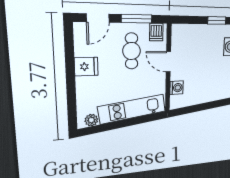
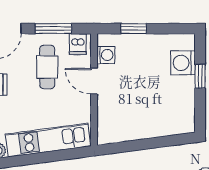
window: (217, 20) -> (134, 29), moved
washing machine: (176, 88) -> (106, 55), moved

